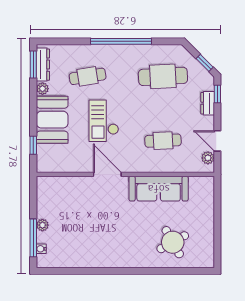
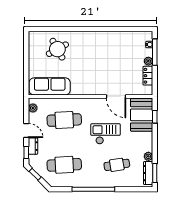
booth: (52, 120) -> (142, 115), moved
checkout: (104, 121) -> (105, 134), turned -90
cafe table: (163, 141) -> (64, 120), width x1.37, depth x1.35
door: (217, 141) -> (26, 130), moved
door: (107, 174) -> (116, 96), moved
sofa: (159, 189) -> (50, 86), moved
locker: (43, 204) -> (148, 76), added

